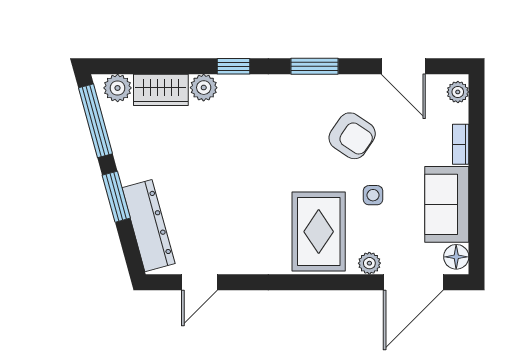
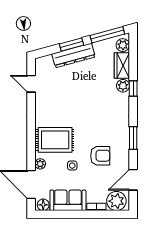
window: (234, 66) -> (133, 88), moved
plant: (458, 92) -> (116, 201), width x1.88, depth x1.88
armchair: (352, 136) -> (100, 156), turned -124
dresser: (148, 226) -> (73, 55), moved

